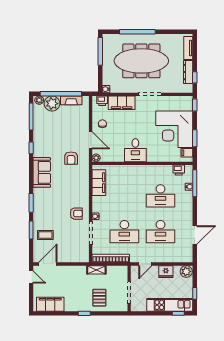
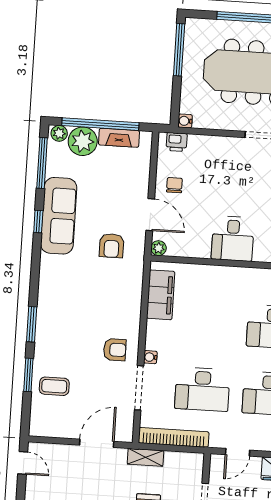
filing cabinet: (122, 103) -> (213, 148), removed
sofa: (42, 172) -> (59, 216), moved, width x1.36
door: (48, 264) -> (97, 443), moved

